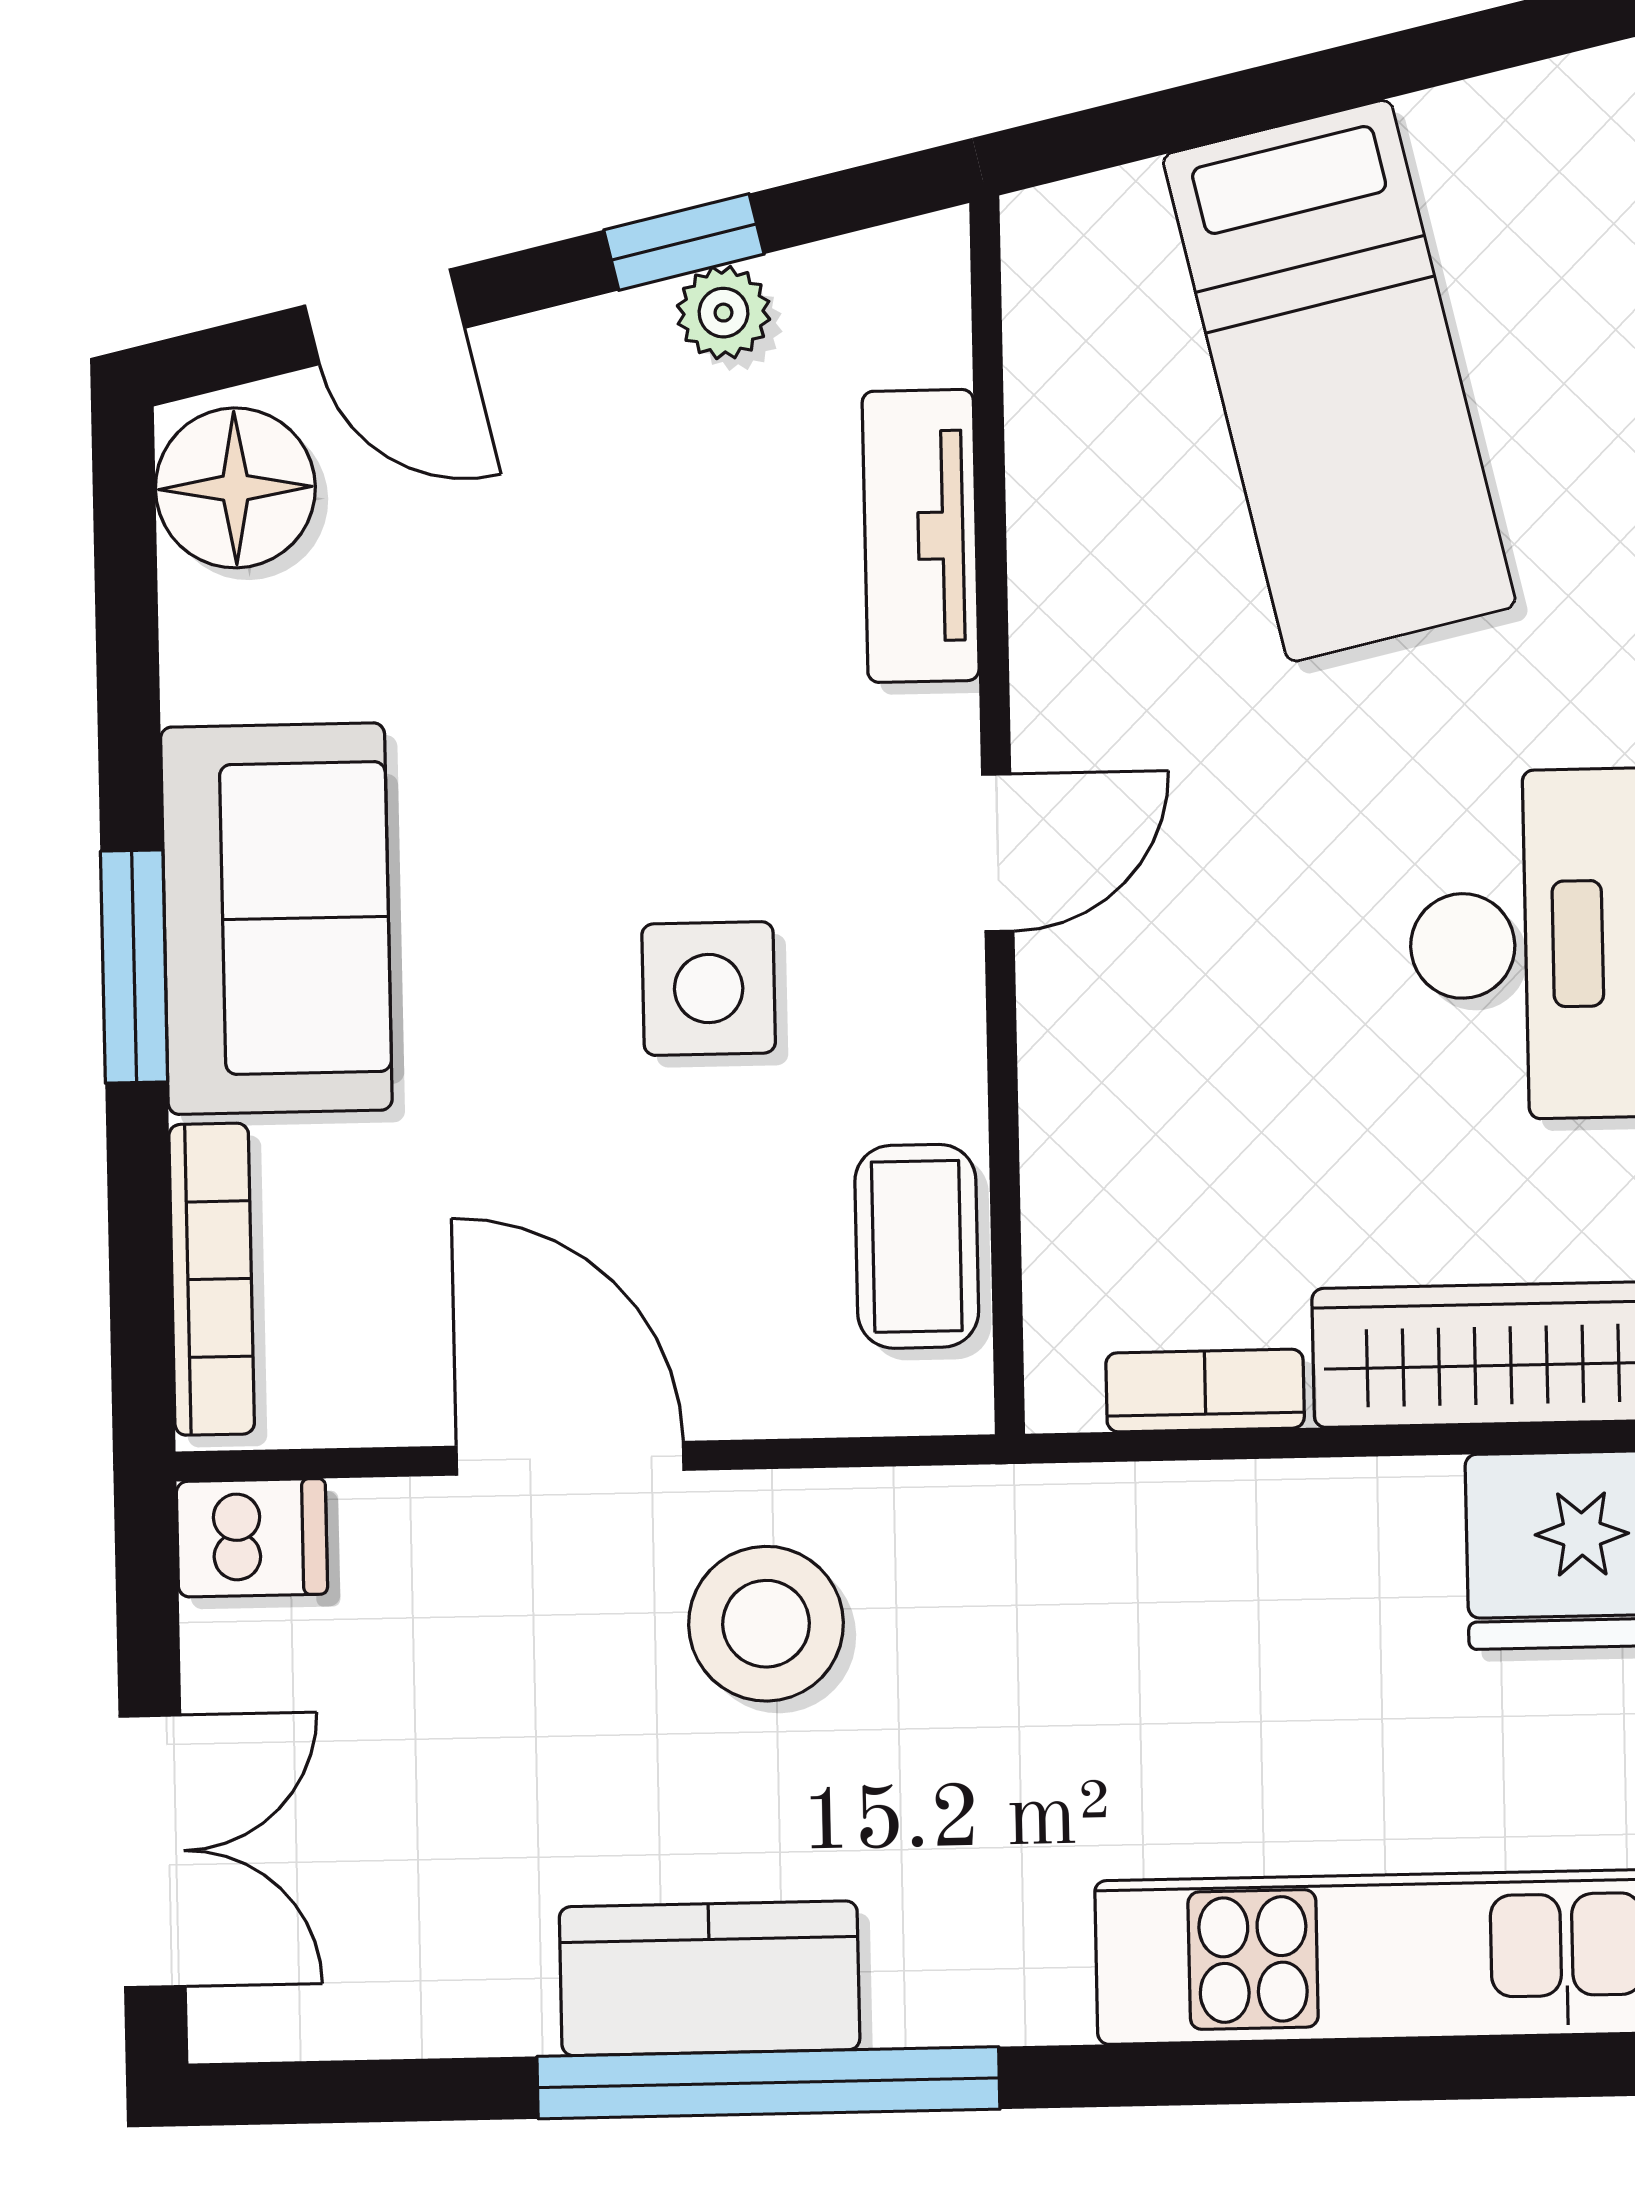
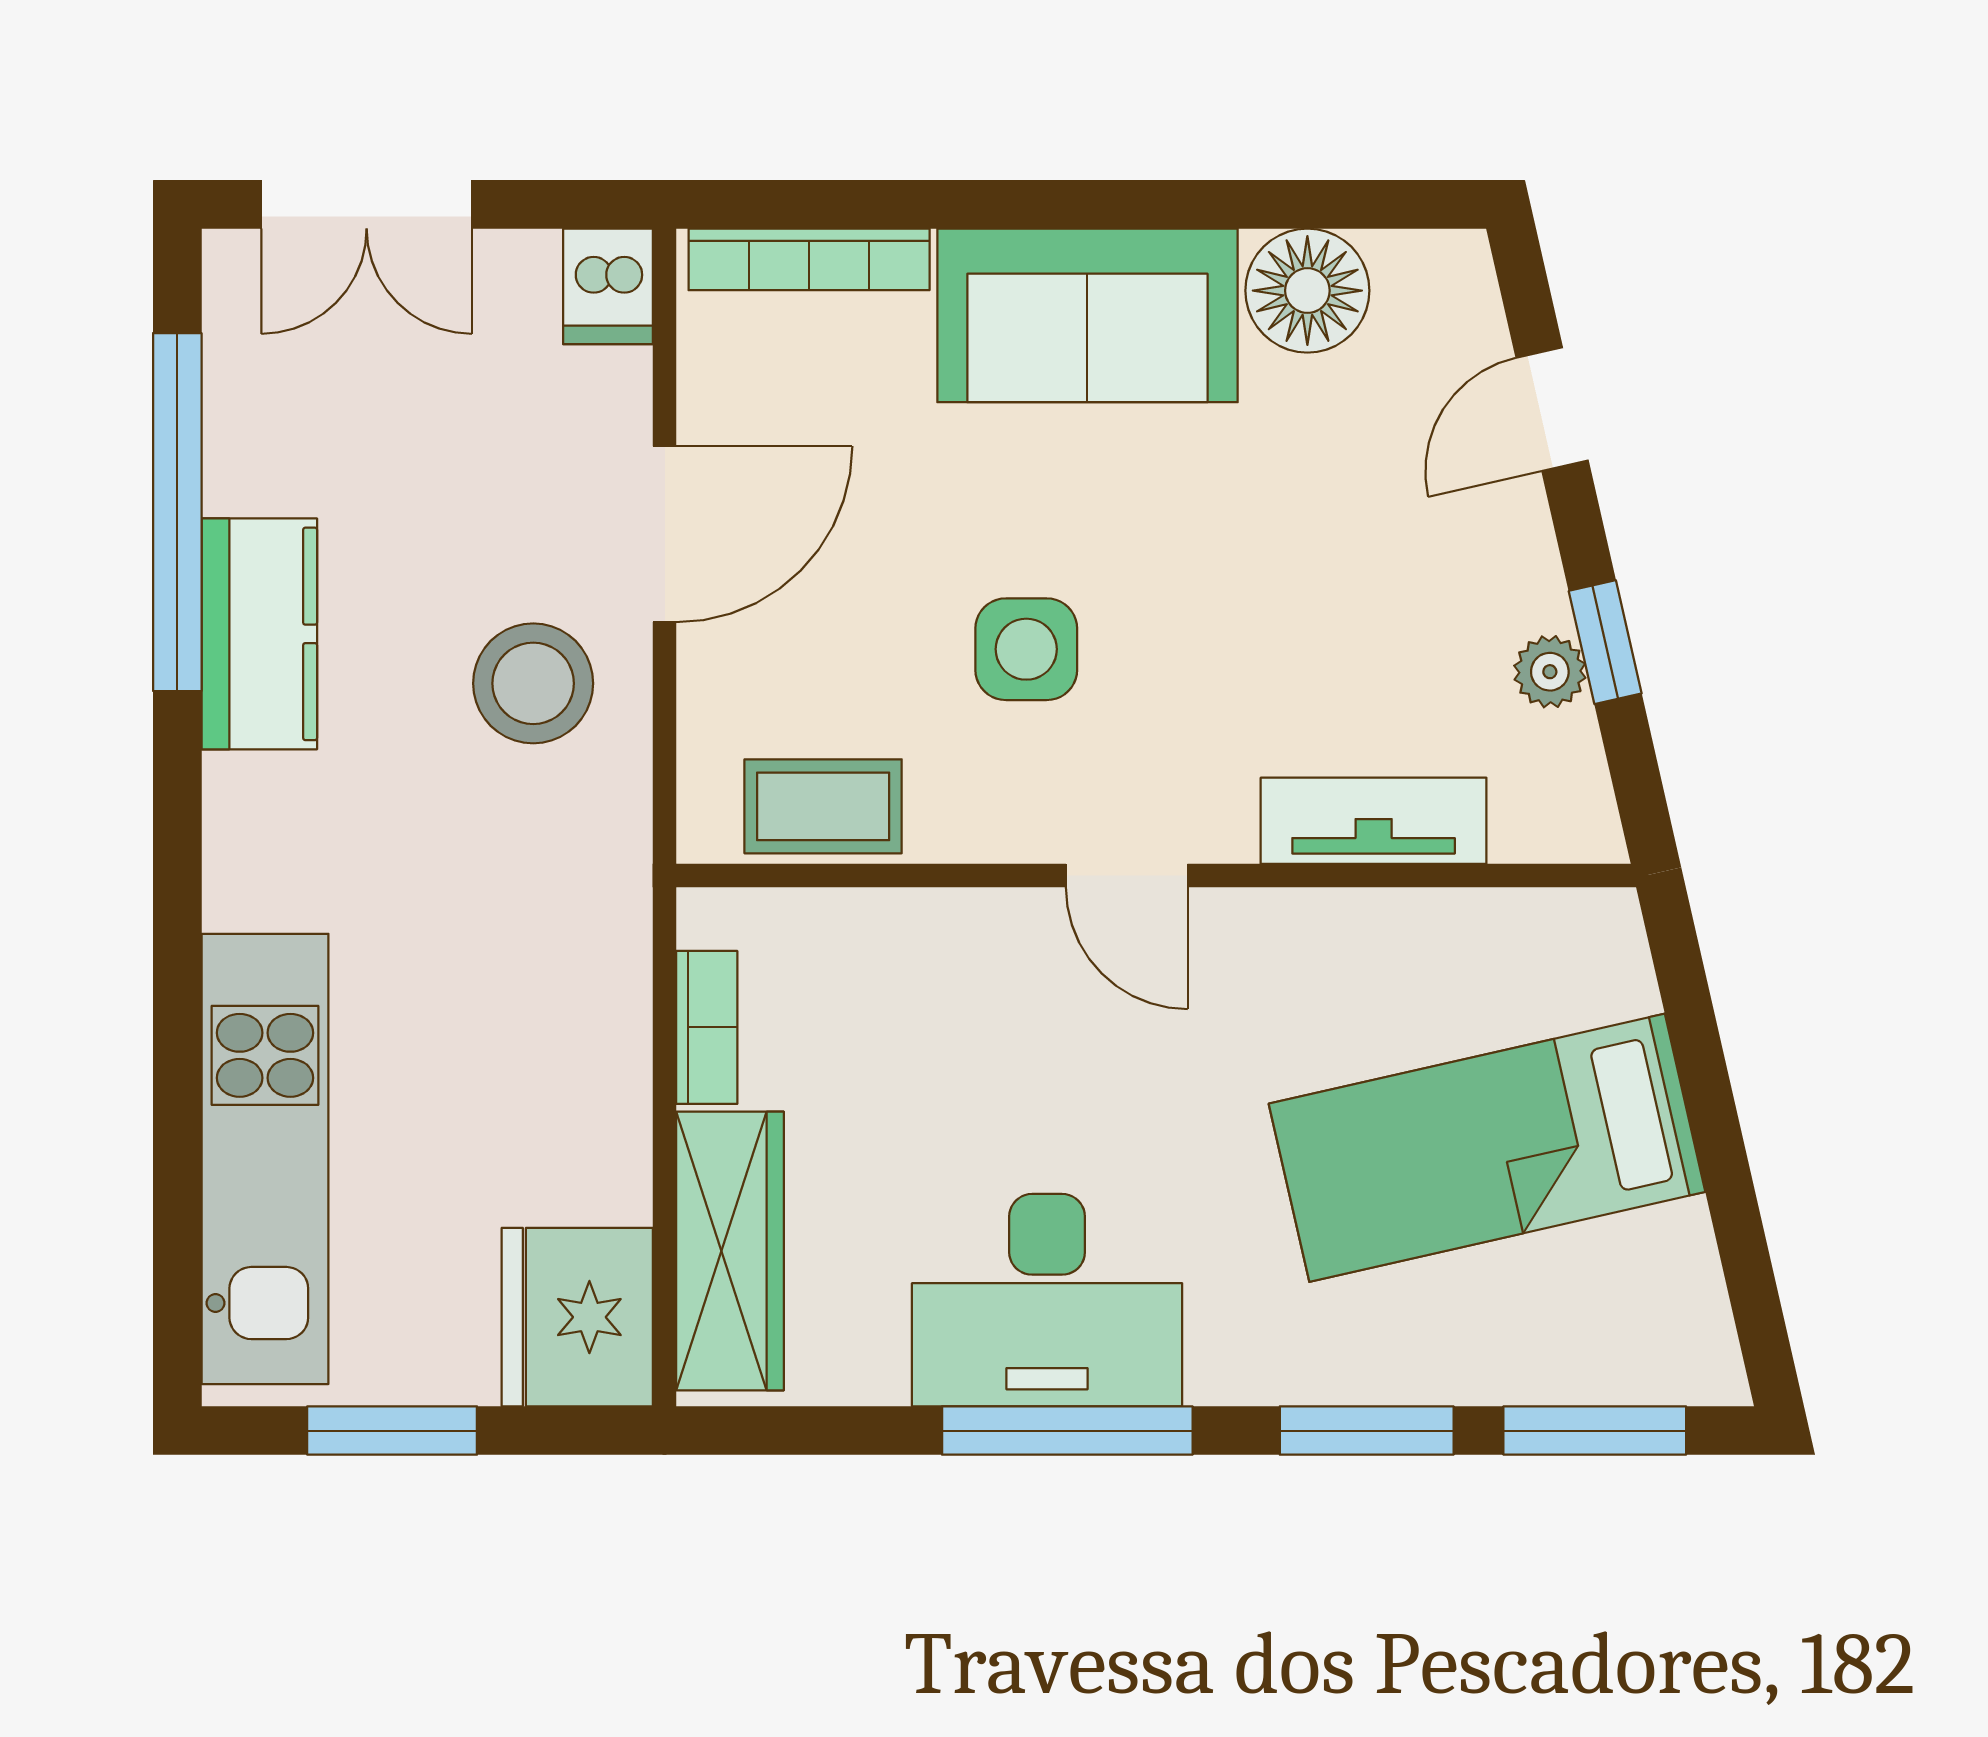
floor lamp: (235, 488) -> (1307, 291), moved
window: (134, 966) -> (1053, 204), removed
window: (768, 2083) -> (177, 512), moved

